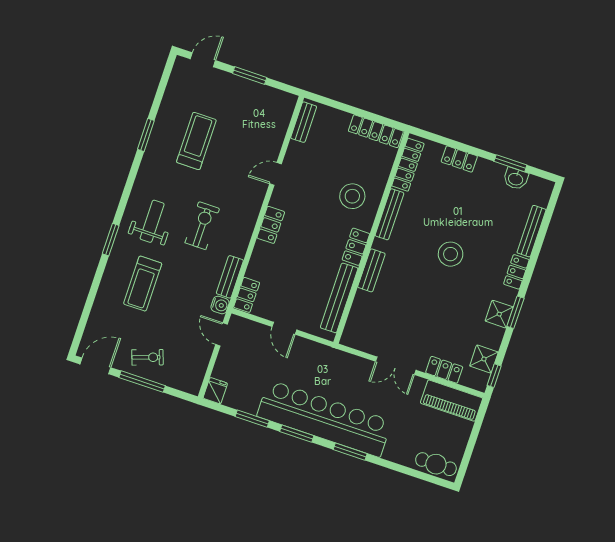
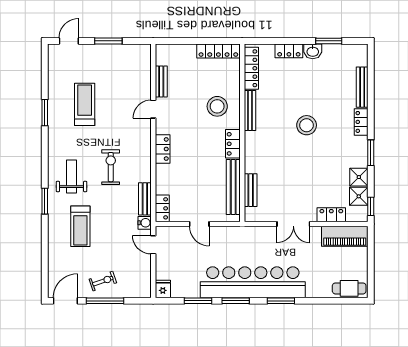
bench: (304, 122) -> (161, 81), moved
washbasin: (516, 179) -> (313, 51), moved
bench: (371, 270) -> (251, 190), moved
shower: (499, 314) -> (359, 177), moved

